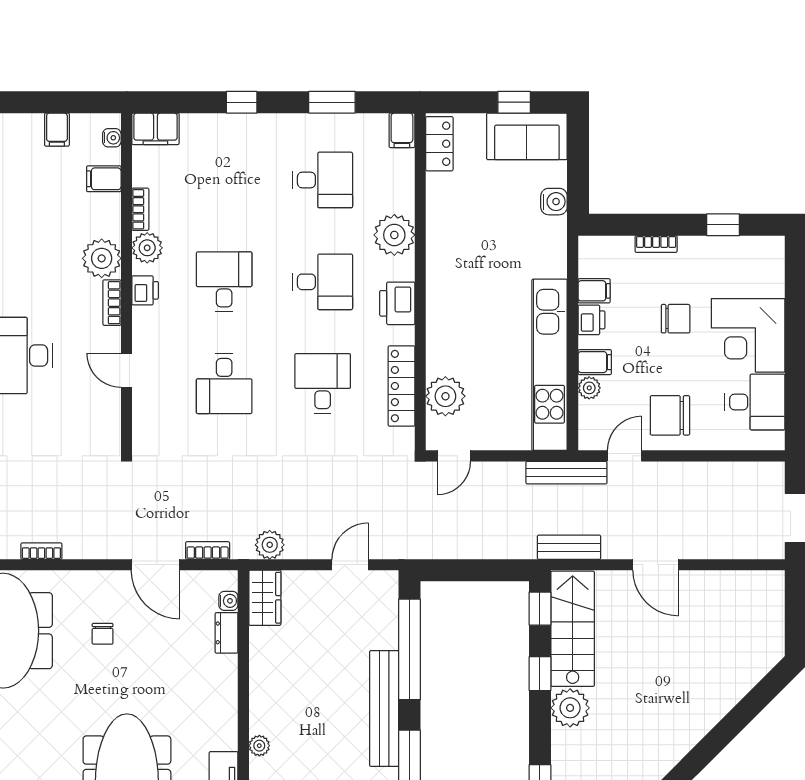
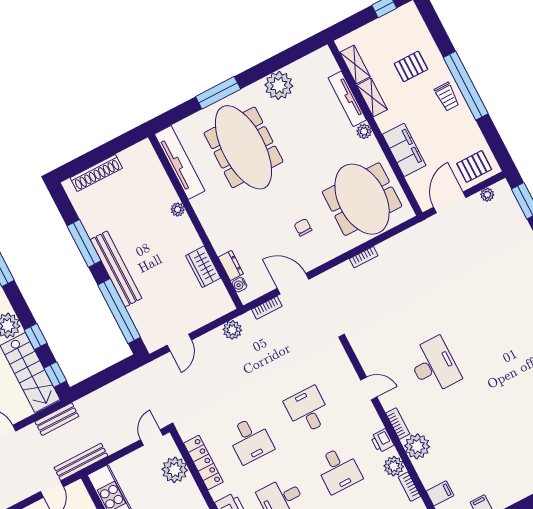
wardrobe: (265, 598) -> (203, 267), moved

